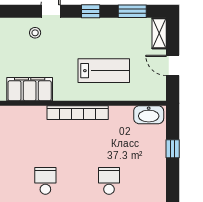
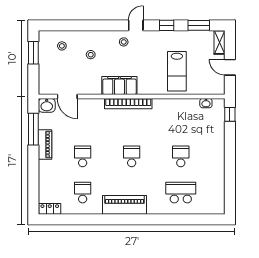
lab bench: (104, 71) -> (177, 71), turned 90
bookcase: (78, 113) -> (128, 104), moved
washbasin: (149, 115) -> (206, 103), width x0.52, depth x0.69
window: (173, 149) -> (230, 114), moved

